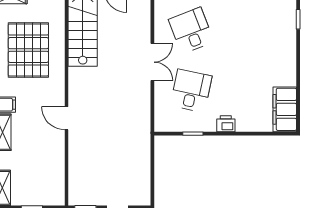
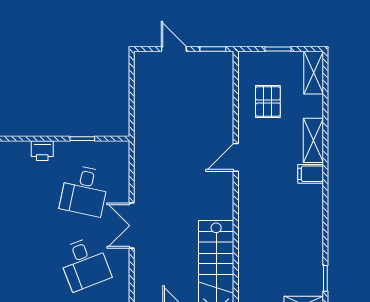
pallet: (28, 50) -> (268, 102), moved, width x0.49, depth x0.50
door: (67, 118) -> (236, 157), swing flipped

